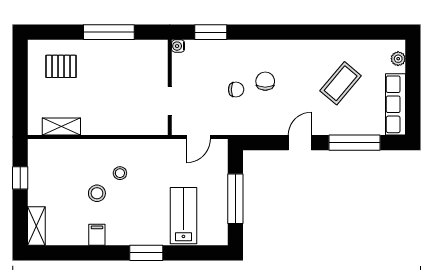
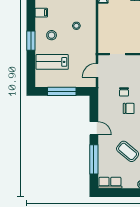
row of seats: (396, 104) -> (110, 183), width x0.68
door: (198, 137) -> (97, 70), hinge flipped
stool: (97, 193) -> (52, 35), moved
lab bench: (183, 216) -> (52, 62), turned 180

